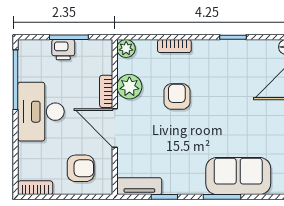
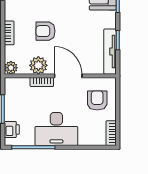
printer: (63, 50) -> (12, 129), moved
door: (115, 128) -> (68, 76), swing flipped
tv unit: (139, 186) -> (110, 52), width x1.41

